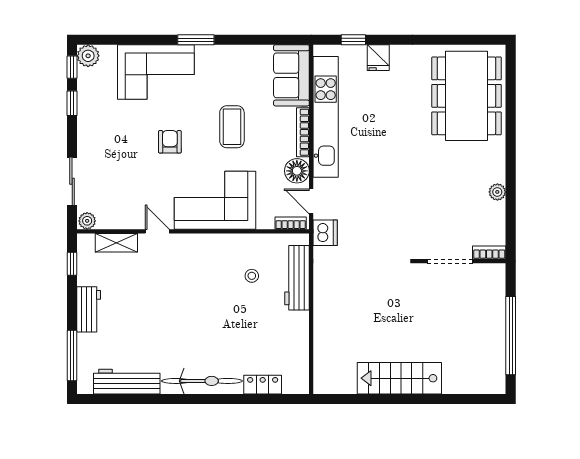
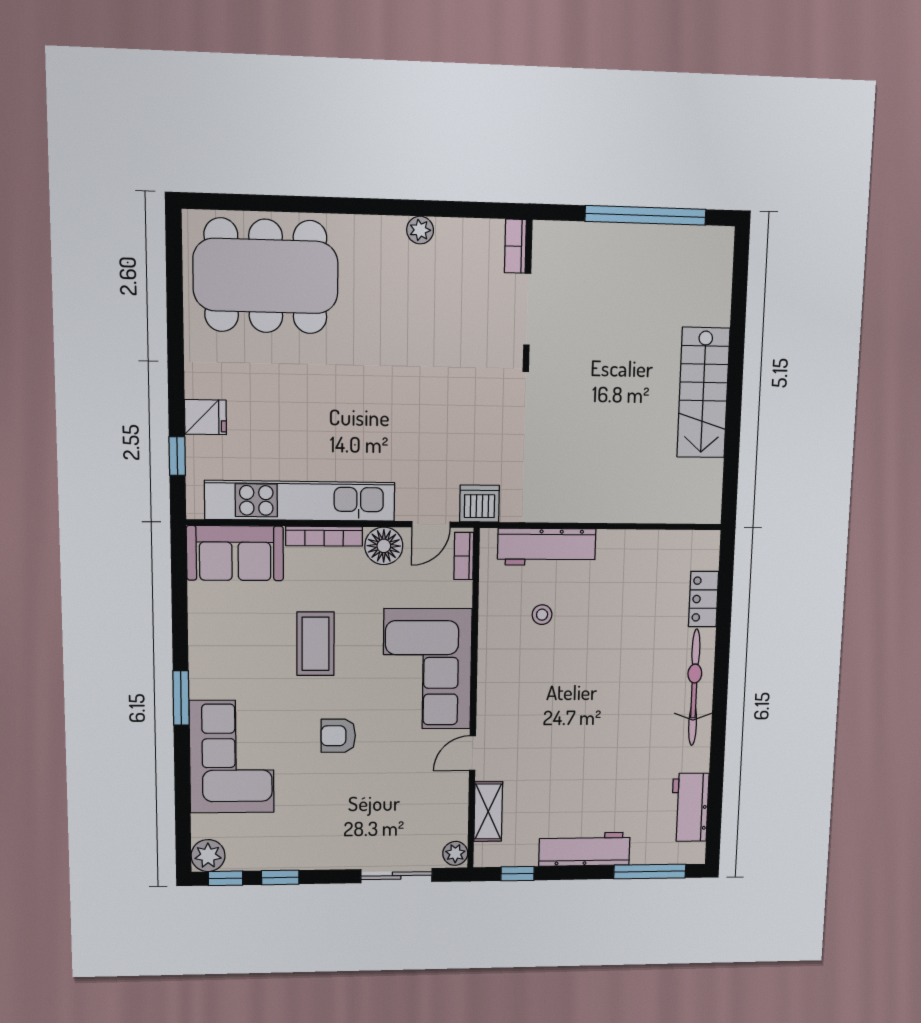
coffee table: (232, 127) -> (315, 644), turned 90
workbench: (89, 309) -> (584, 849), width x1.38
workbench: (127, 382) -> (690, 807), width x0.73

